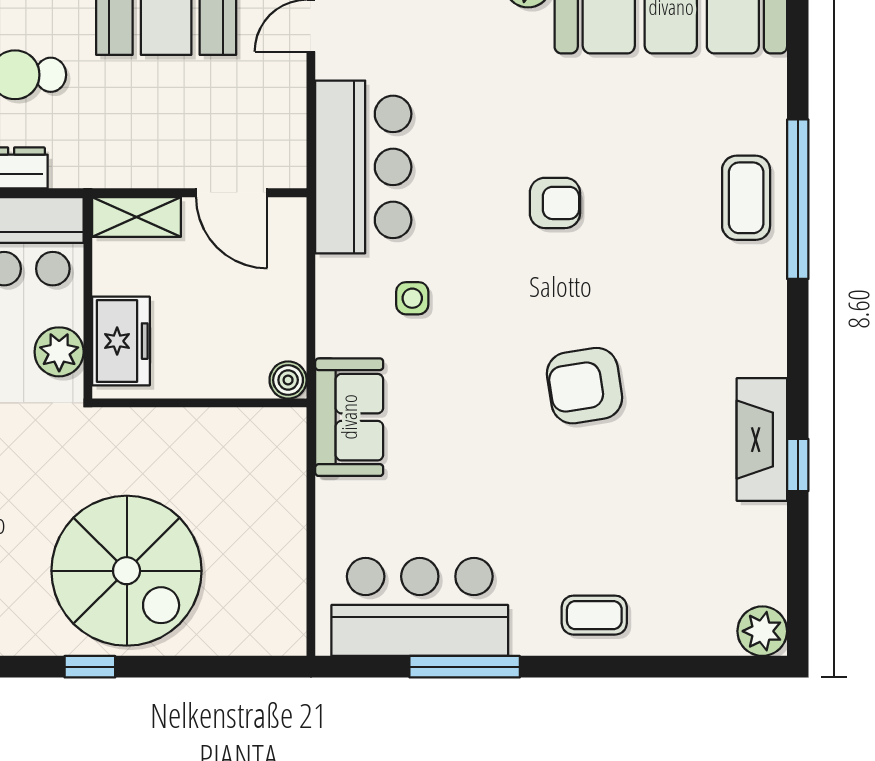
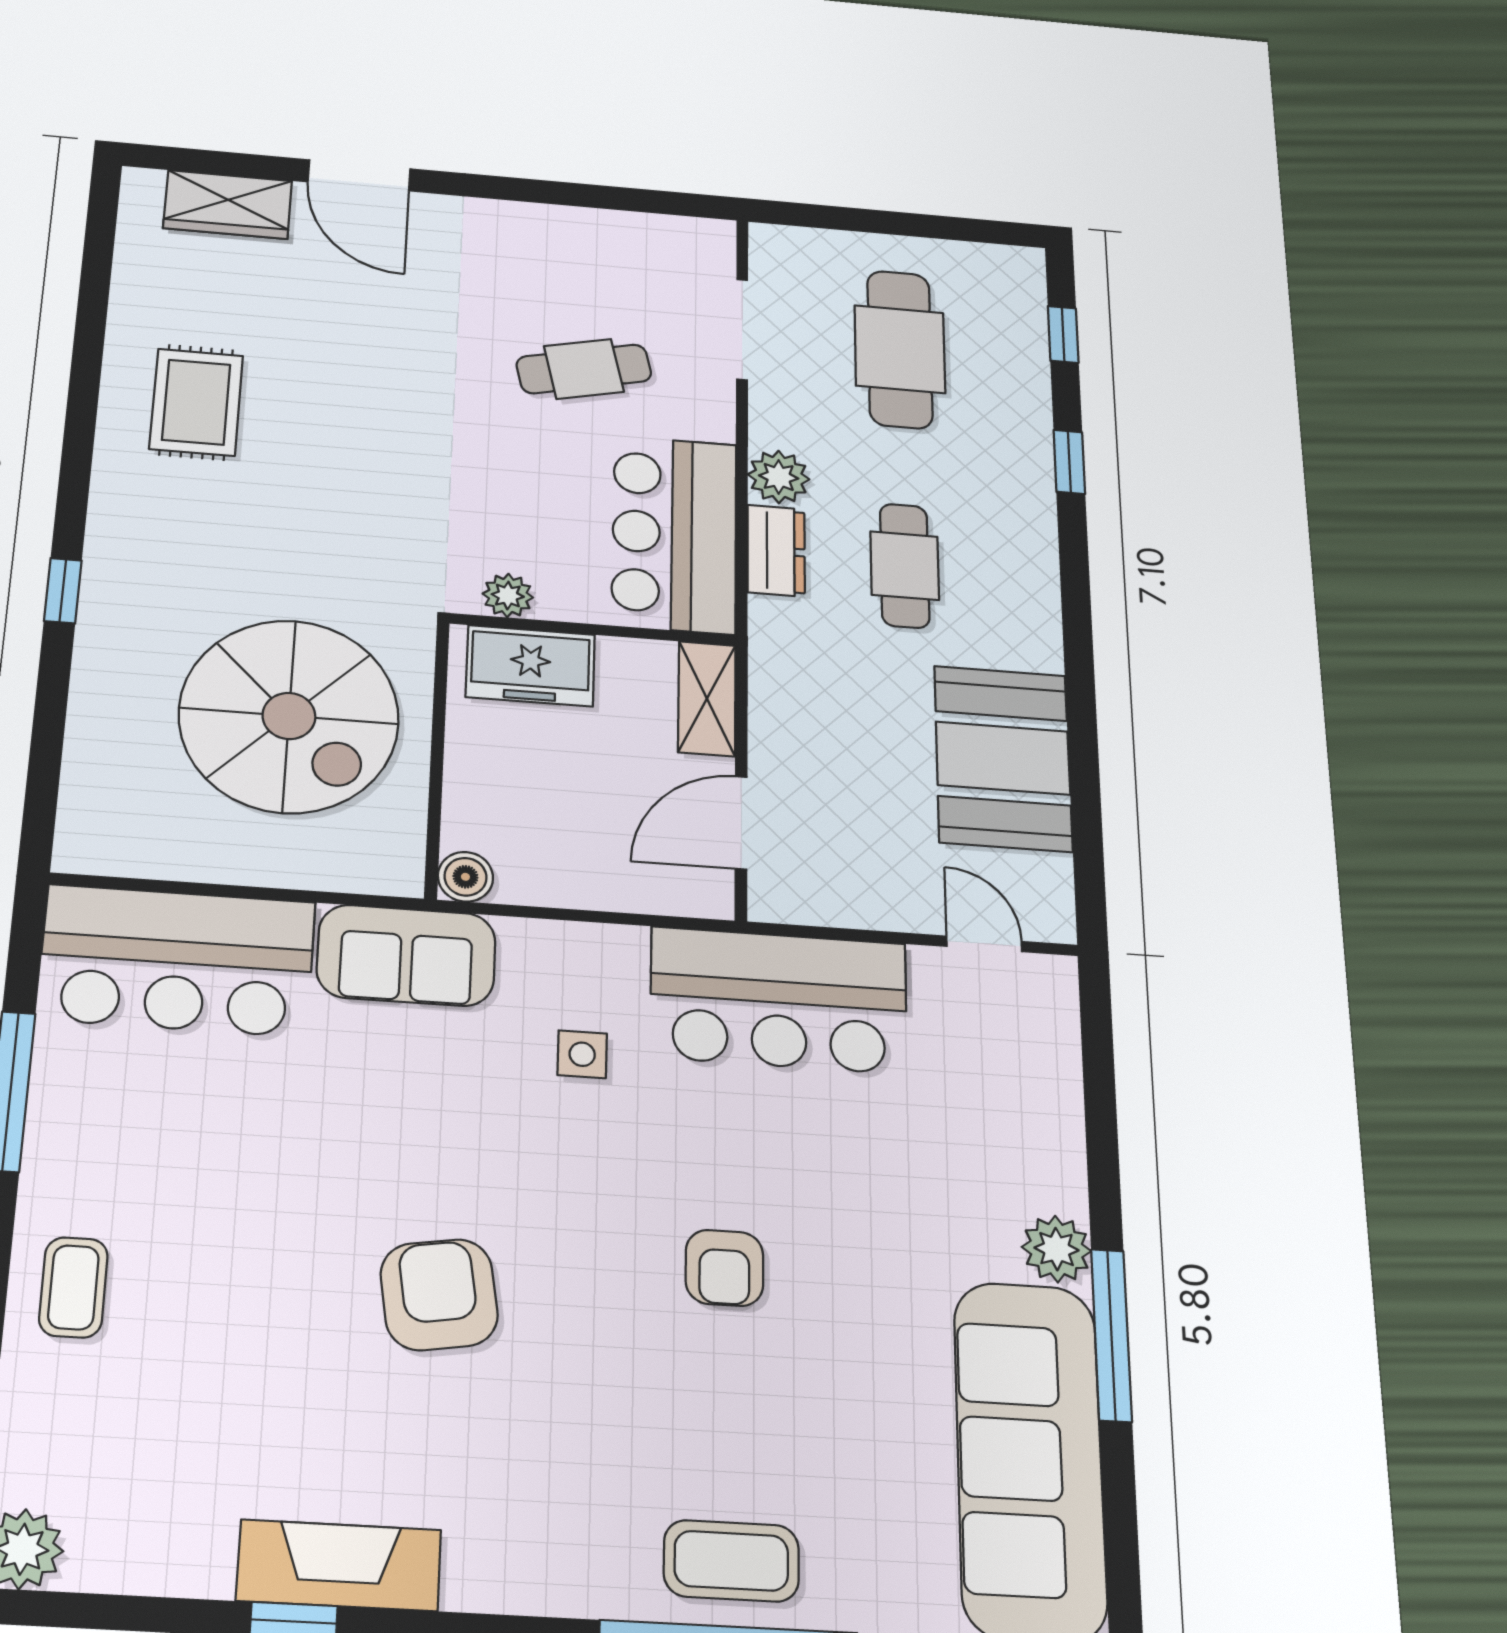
plant: (59, 352) -> (508, 596), width x0.73, depth x0.73
spiral stairs: (127, 571) -> (289, 716), moved, turned -90
bar counter: (420, 607) -> (177, 960), moved, turned 90

